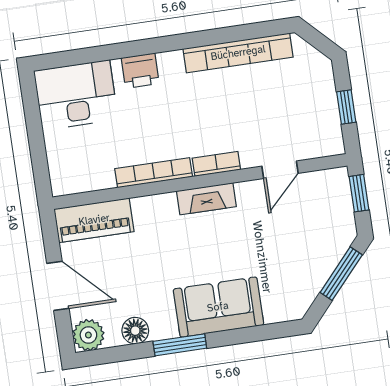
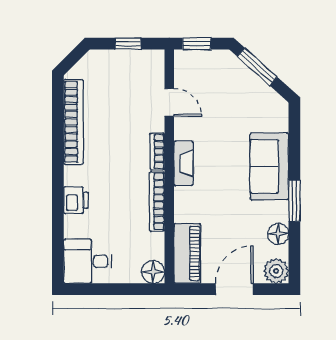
desk: (76, 95) -> (88, 261), width x0.73
floor lamp: (64, 181) -> (153, 272), added

